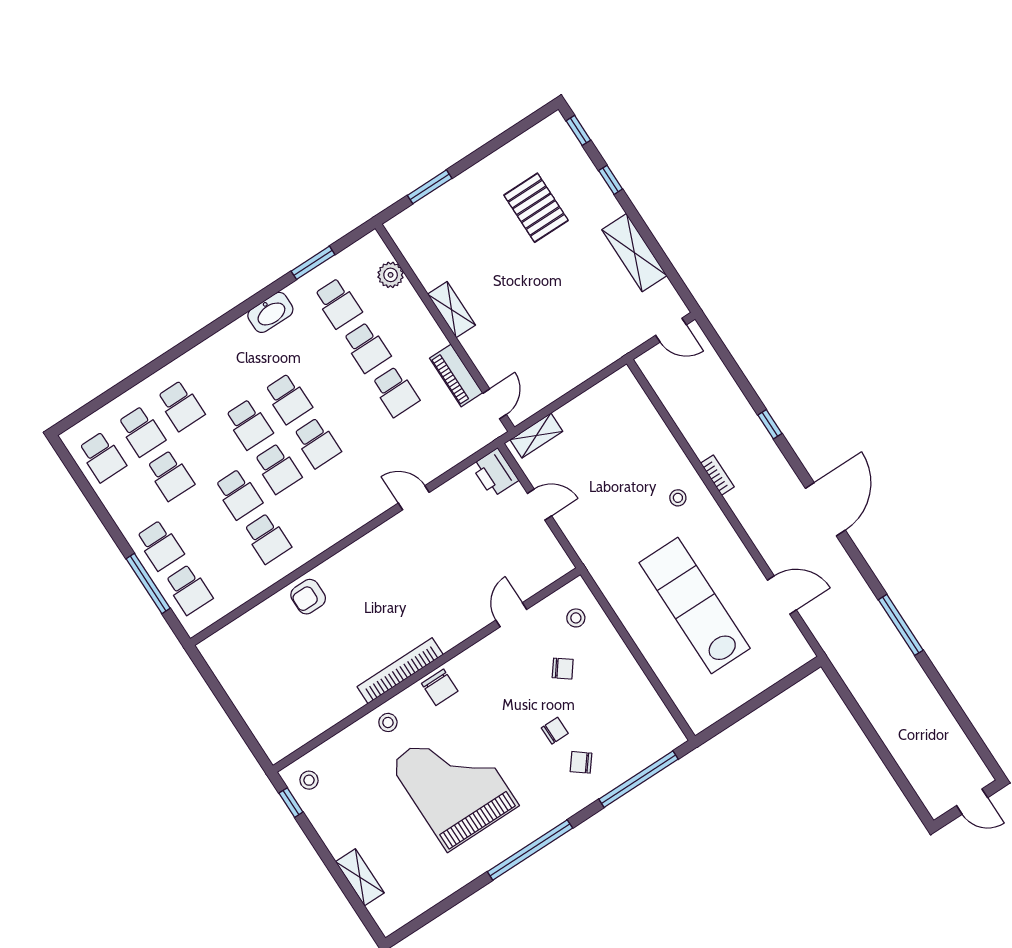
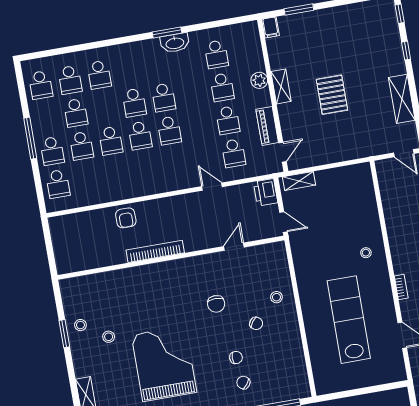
pallet: (536, 208) -> (332, 95), moved
filing cabinet: (400, 230) -> (270, 27), added
window: (313, 263) -> (167, 32), moved
plant: (391, 275) -> (259, 80), moved
school desk: (424, 436) -> (234, 153), added
bookcase: (717, 475) -> (401, 287), moved
school desk: (267, 538) -> (81, 146), moved
window: (148, 583) -> (30, 138), moved
armchair: (308, 597) -> (126, 218), turned -90
door: (511, 615) -> (234, 247), moved
wall: (427, 670) -> (171, 258), moved
bookcase: (400, 671) -> (155, 251), moved
chair: (440, 687) -> (216, 304), moved
stool: (388, 722) -> (109, 337), moved
window: (291, 803) -> (64, 334), width x1.50

